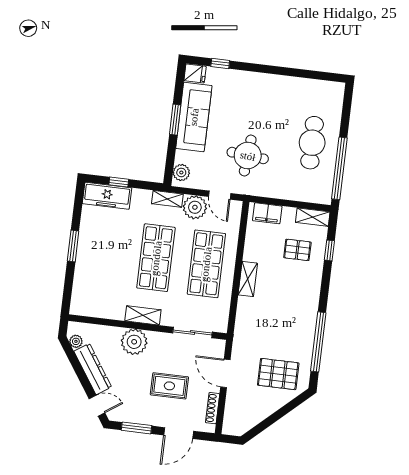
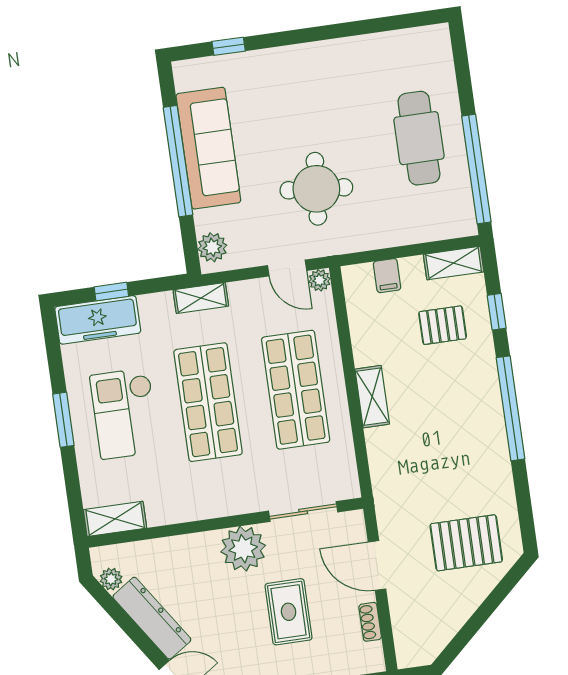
fridge: (195, 73) -> (191, 74), removed
window: (175, 120) -> (178, 161), width x2.11
plant: (195, 207) -> (320, 280), moved, width x0.53, depth x0.53
filing cabinet: (267, 213) -> (387, 276), width x0.50
checkout: (108, 252) -> (125, 414), added
shelving: (143, 315) -> (115, 519), moved
plant: (134, 342) -> (243, 549), moved
window: (318, 342) -> (510, 408), moved
rug: (169, 386) -> (289, 612), turned 90
shoe rack: (213, 408) -> (370, 622), width x0.70

